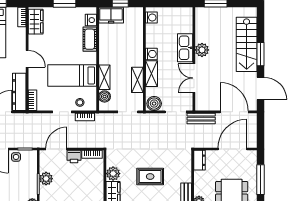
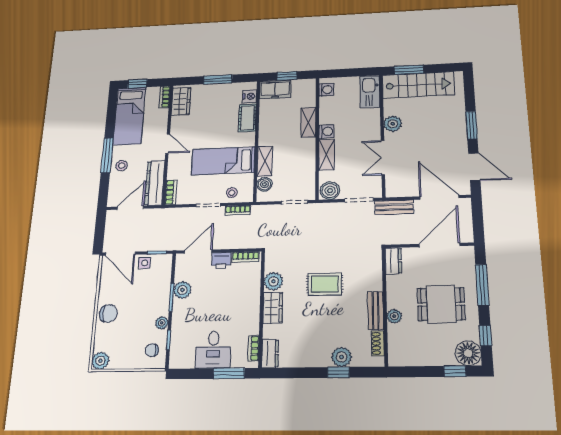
stairs: (247, 44) -> (418, 85), moved, turned -90
kitchen sink: (185, 48) -> (370, 92), moved
shelving: (137, 80) -> (308, 122), moved

